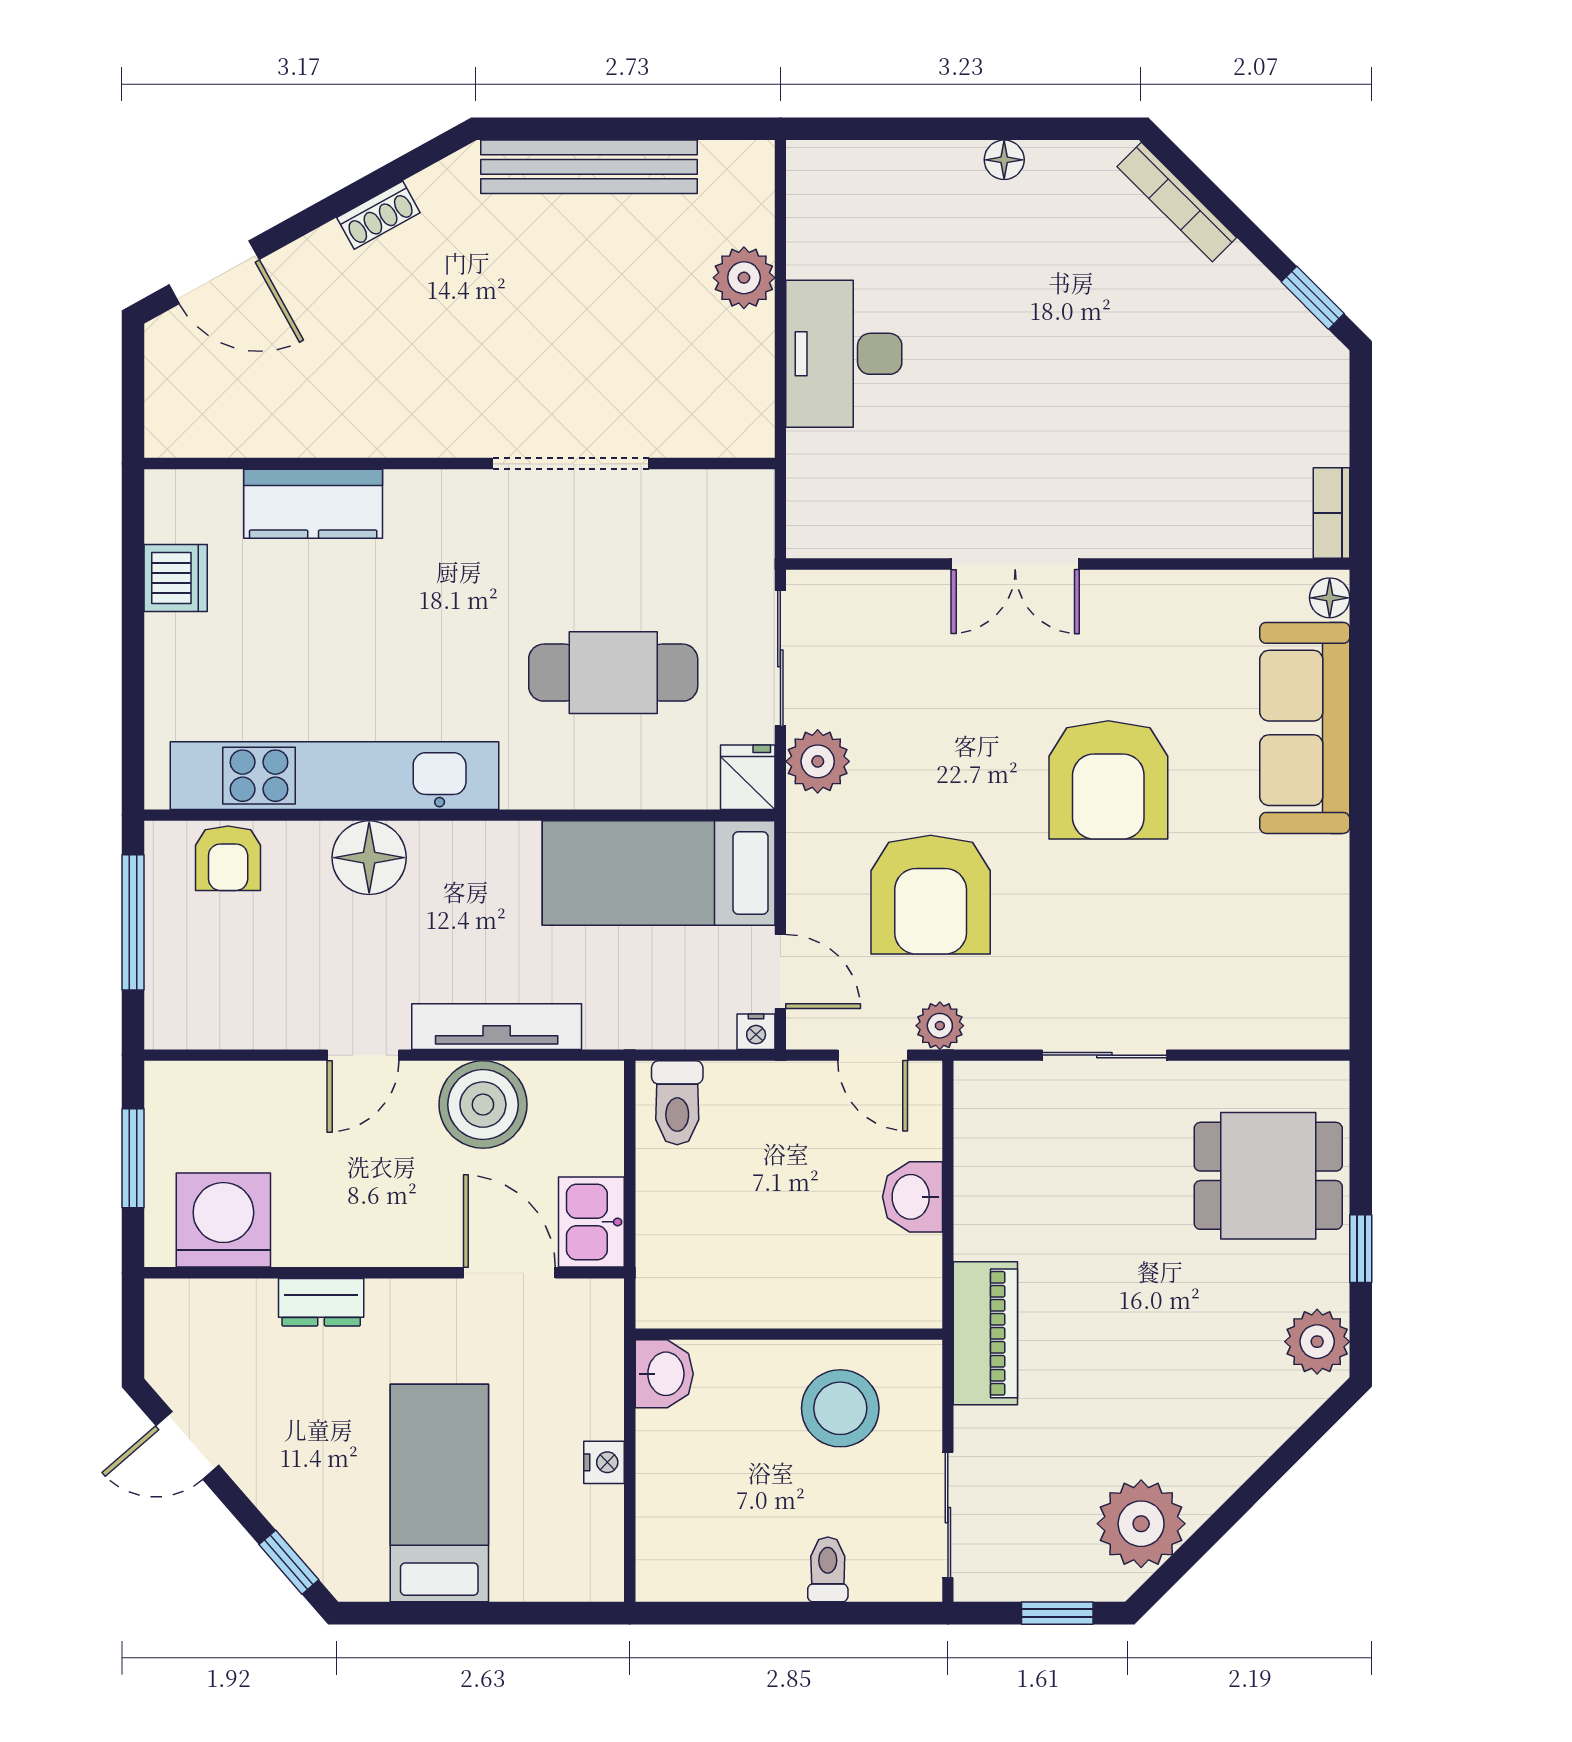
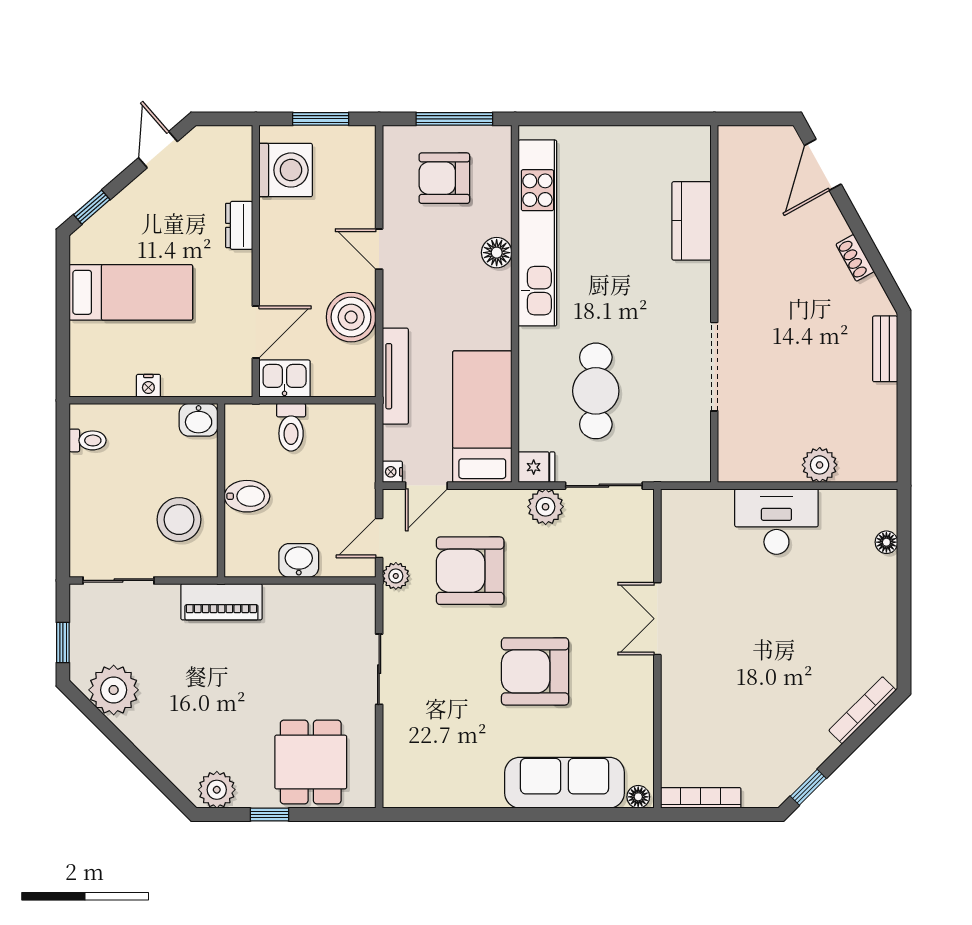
floor lamp: (1004, 160) -> (886, 542), moved
bench: (589, 167) -> (885, 349), width x0.54, depth x0.82
bookcase: (1331, 513) -> (701, 798), width x1.56
dishwasher: (176, 578) -> (649, 143), removed
armchair: (228, 858) -> (444, 178), moved, width x1.38, depth x1.38
floor lamp: (369, 858) -> (497, 253), width x0.73, depth x0.73
tv unit: (497, 1027) -> (395, 376), moved
toilet: (677, 1103) -> (291, 427), moved, turned -90
bidet: (799, 1288) -> (247, 496), added
toilet: (828, 1569) -> (88, 440), moved

